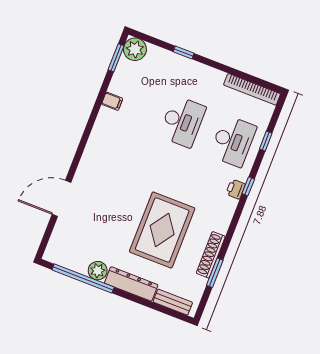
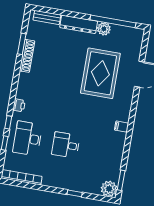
filing cabinet: (112, 101) -> (122, 127), moved
desk: (182, 121) -> (66, 145), width x0.73
window: (248, 186) -> (8, 122), moved
rug: (162, 230) -> (100, 73), moved

